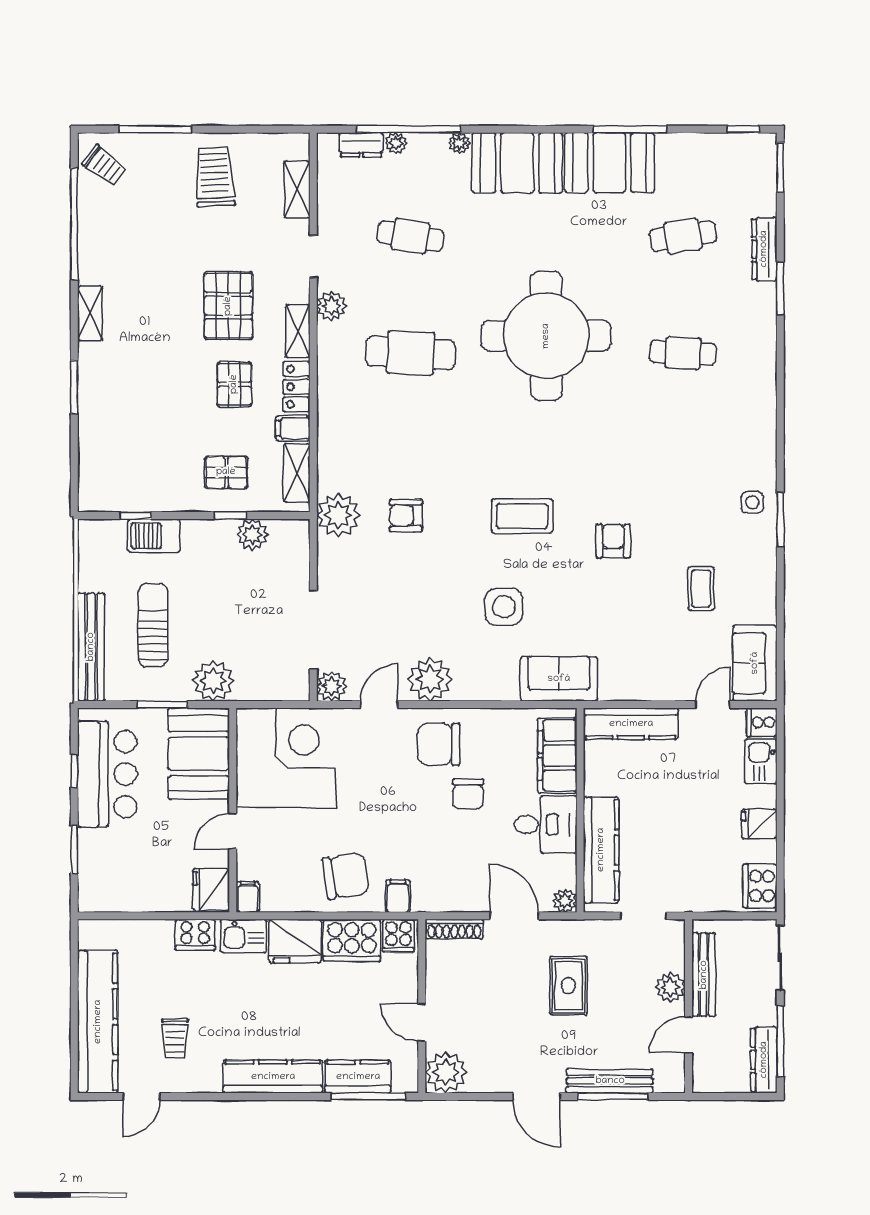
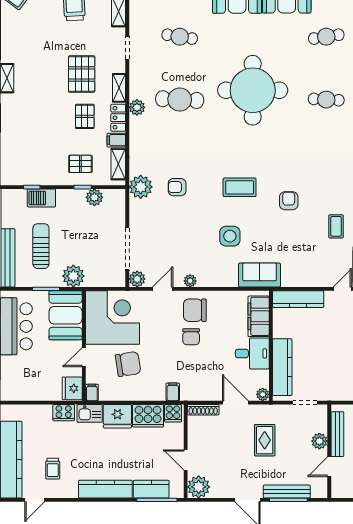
plant: (331, 306) -> (137, 107), moved
plant: (430, 679) -> (190, 281), width x0.53, depth x0.53
chair: (468, 794) -> (191, 337), moved
chair: (346, 876) -> (128, 364), moved

